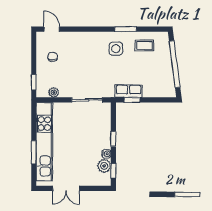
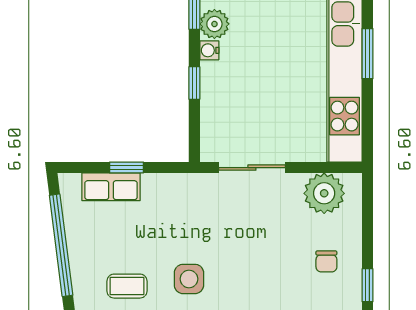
window: (34, 82) -> (368, 285), moved
row of seats: (129, 91) -> (111, 187), moved
plant: (54, 92) -> (324, 193), width x1.88, depth x1.88
window: (132, 100) -> (127, 168), moved

